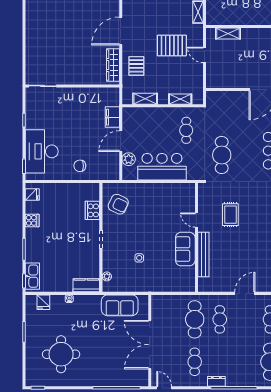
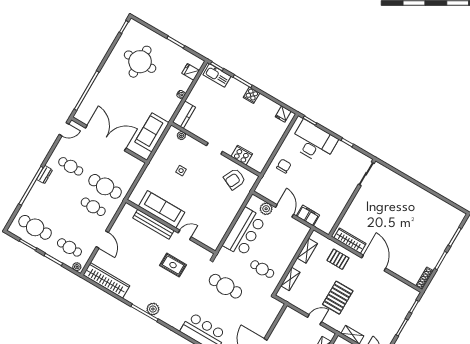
cooker: (32, 220) -> (251, 95), moved
sofa: (185, 249) -> (162, 209), width x1.36

